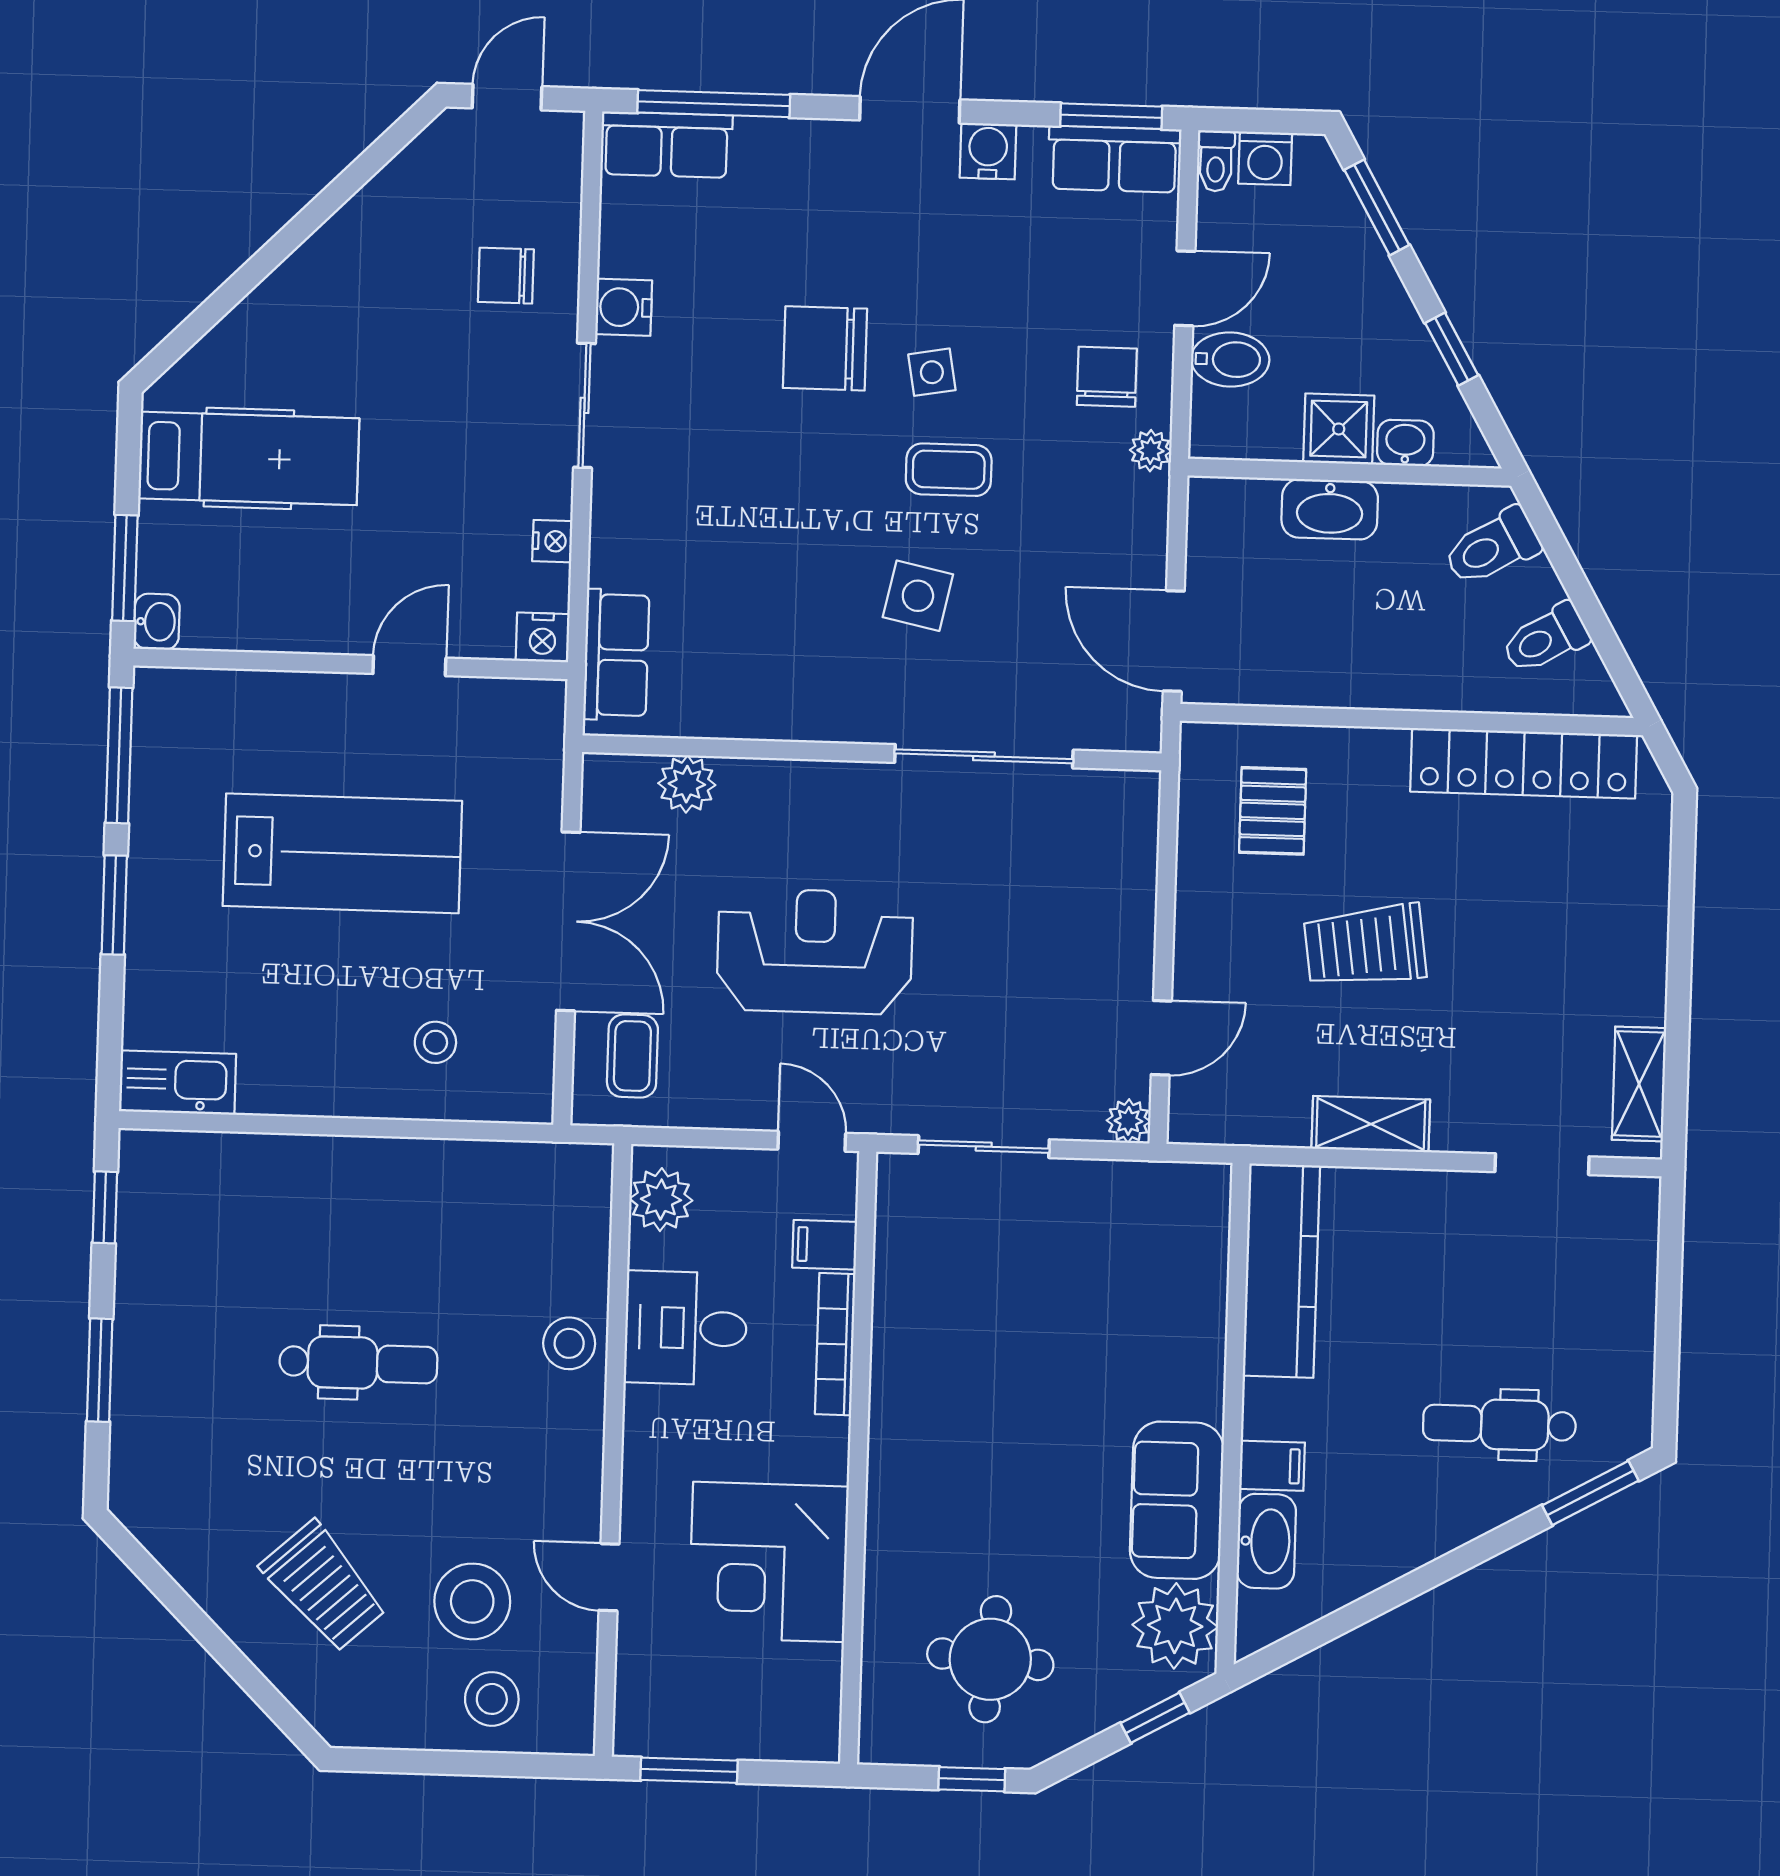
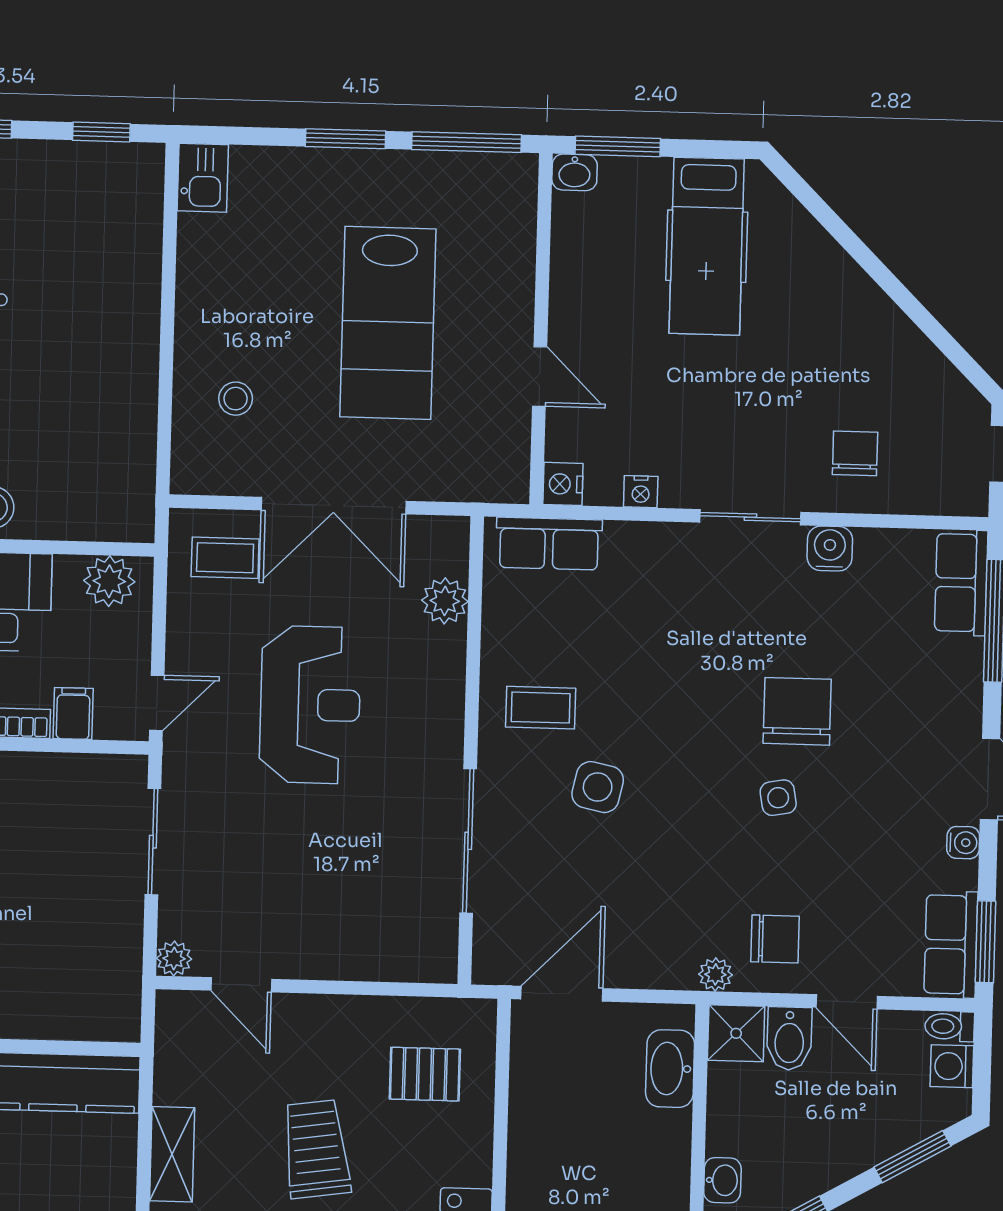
water cooler: (988, 151) -> (963, 843), width x0.72, depth x0.72
shower: (1339, 429) -> (736, 1033), moved
coffee table: (949, 470) -> (541, 708), moved, turned 90
washbasin: (1330, 509) -> (670, 1069), moved
kitchen sink: (178, 1082) -> (203, 178), width x0.73

